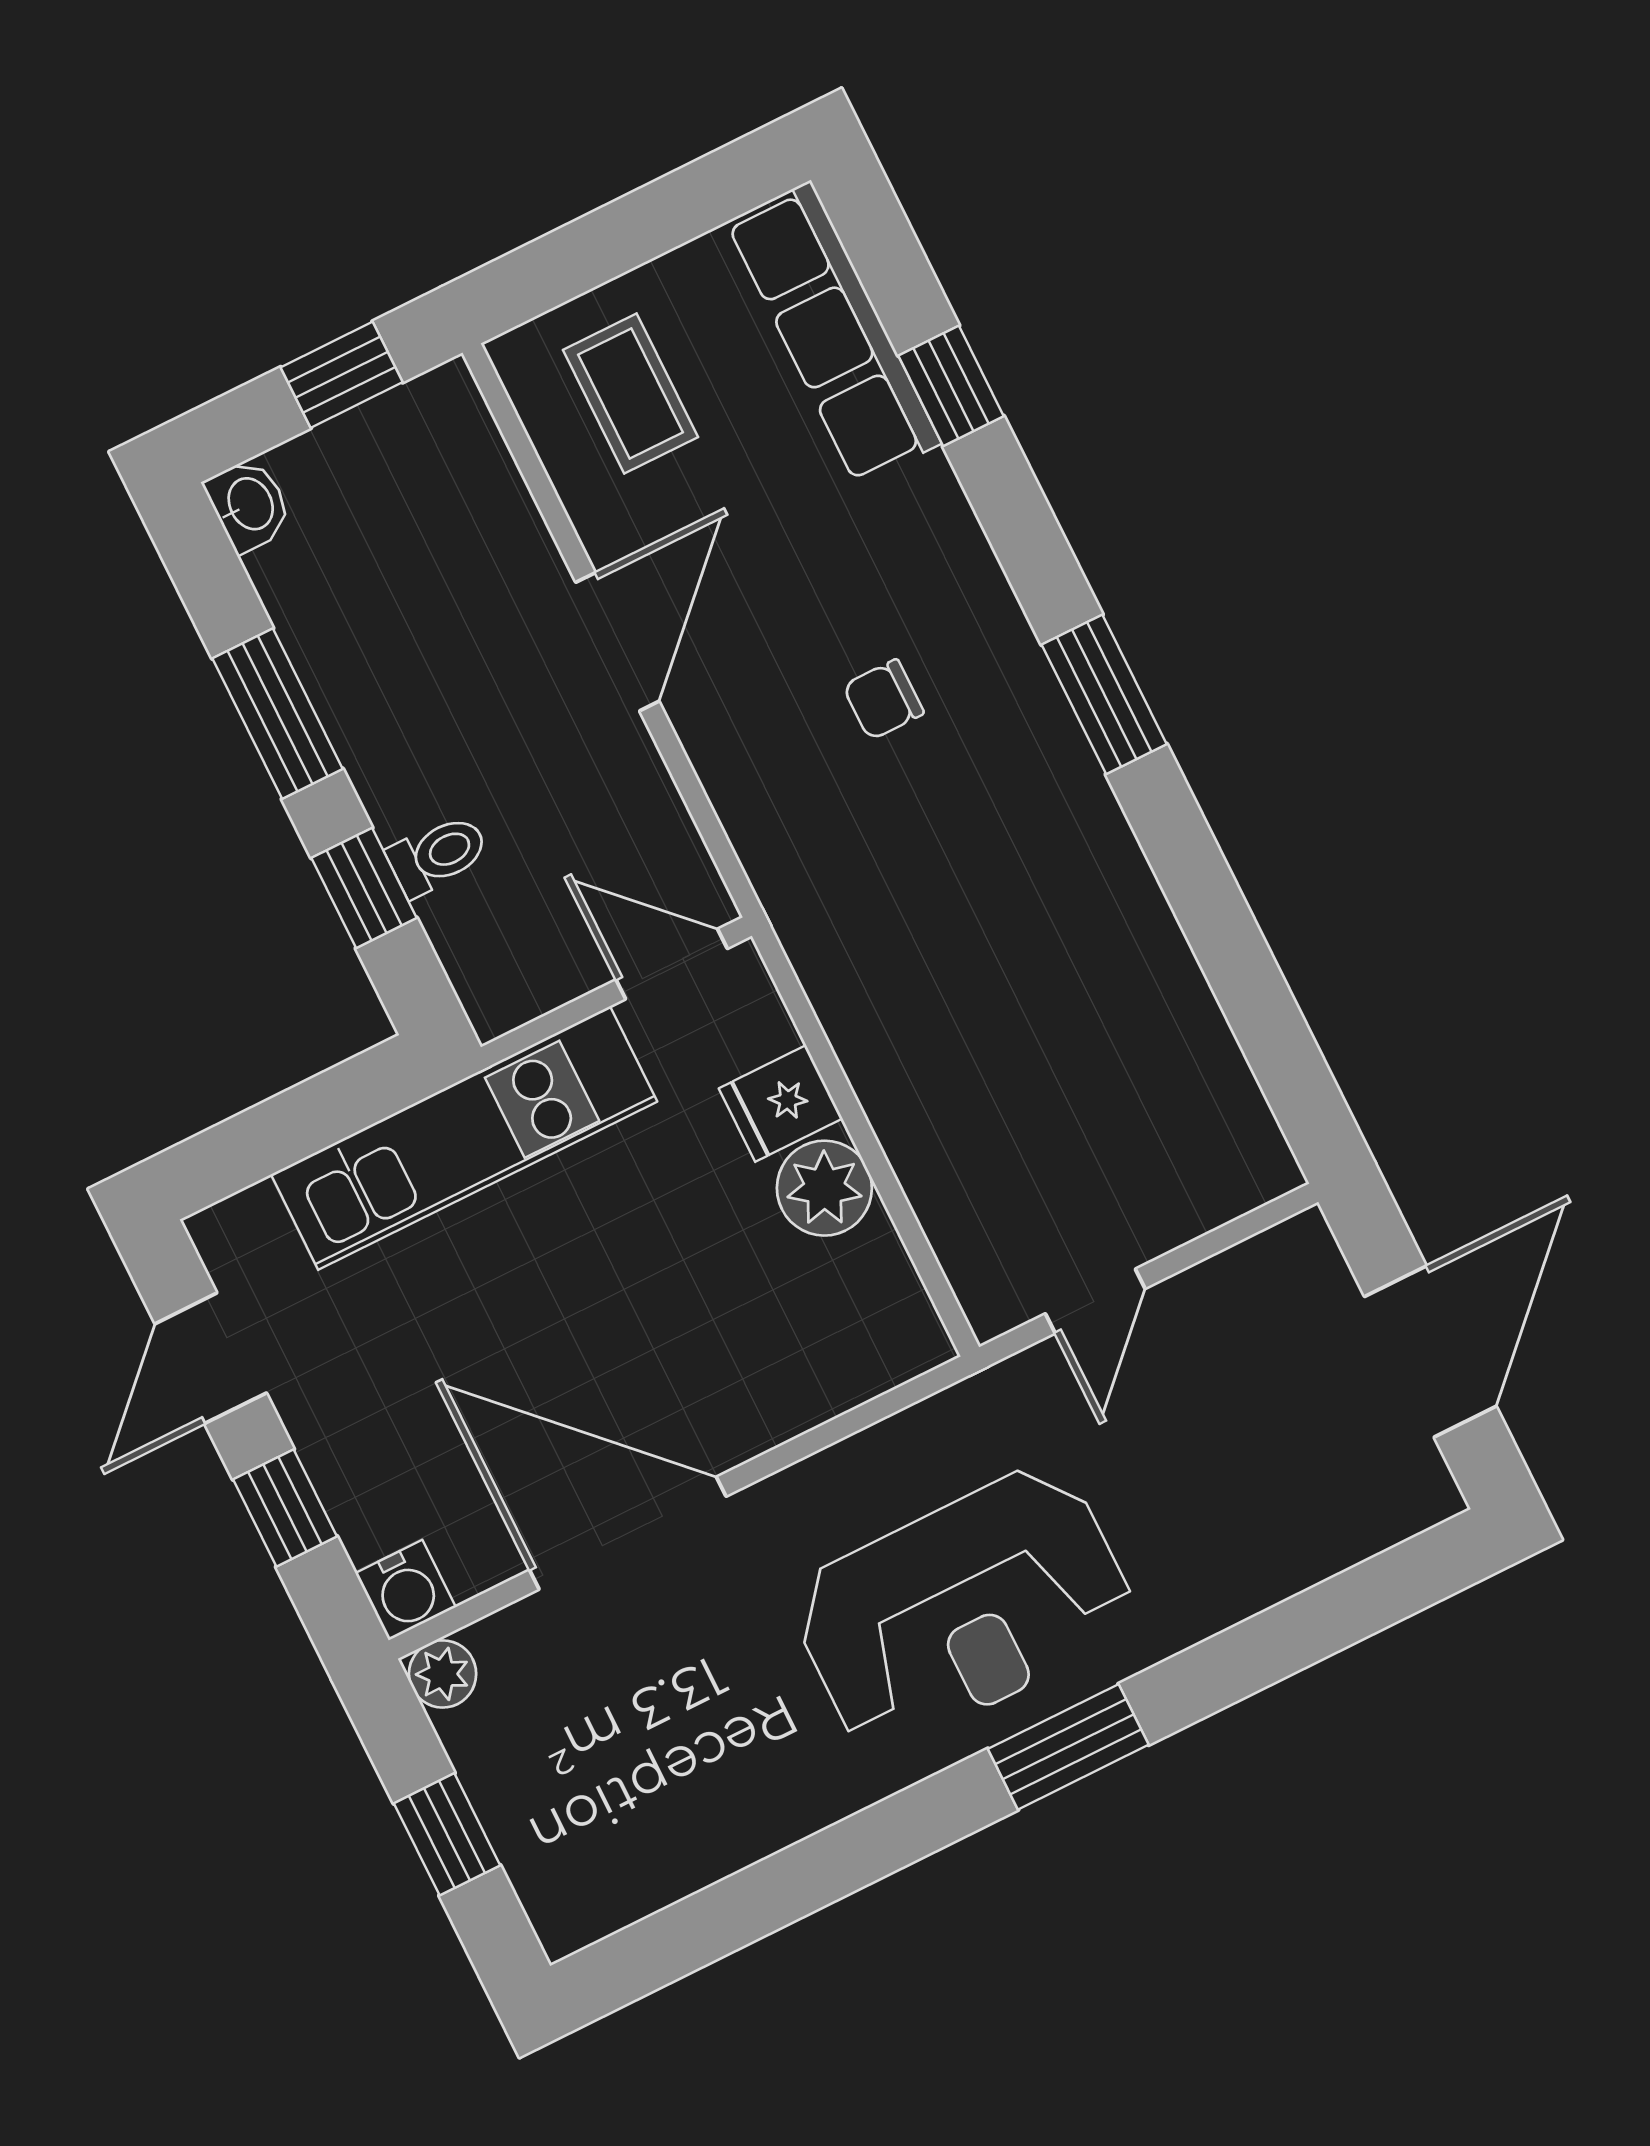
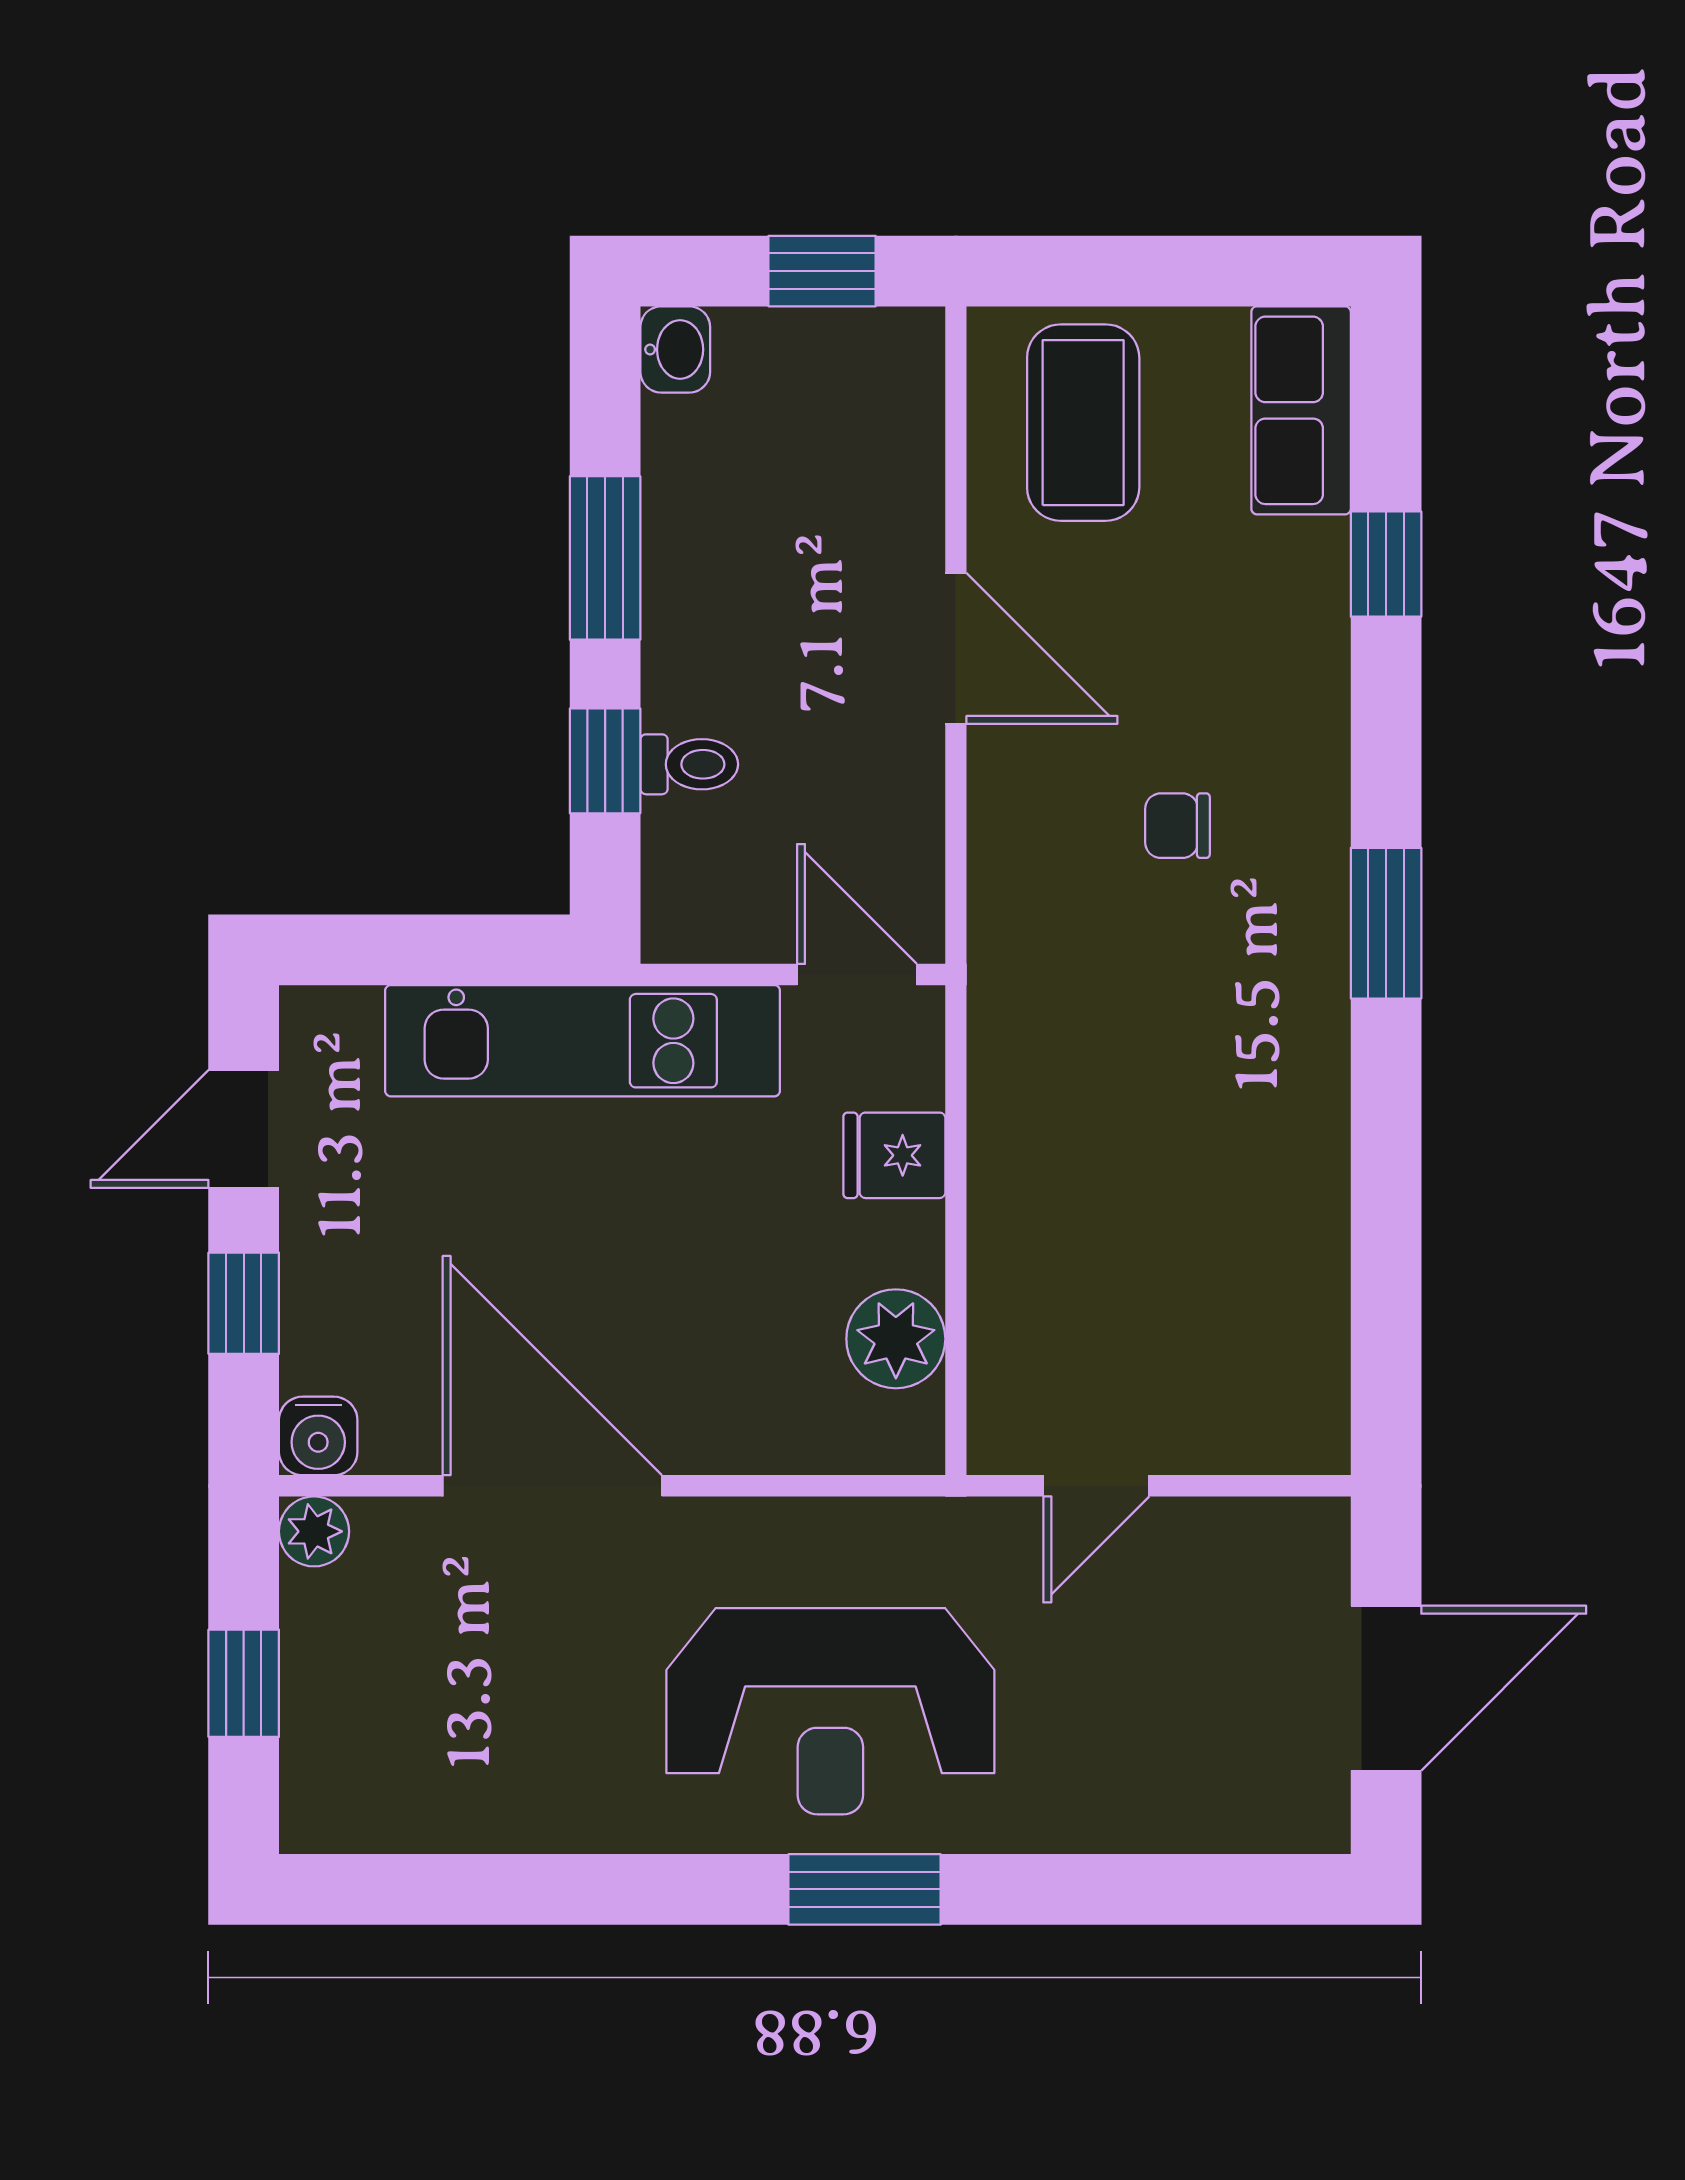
row of seats: (834, 333) -> (1301, 410), width x0.68
coffee table: (630, 394) -> (1083, 423), width x1.36, depth x1.30
door: (617, 642) -> (956, 648), hinge flipped
plant: (824, 1188) -> (896, 1339), moved

